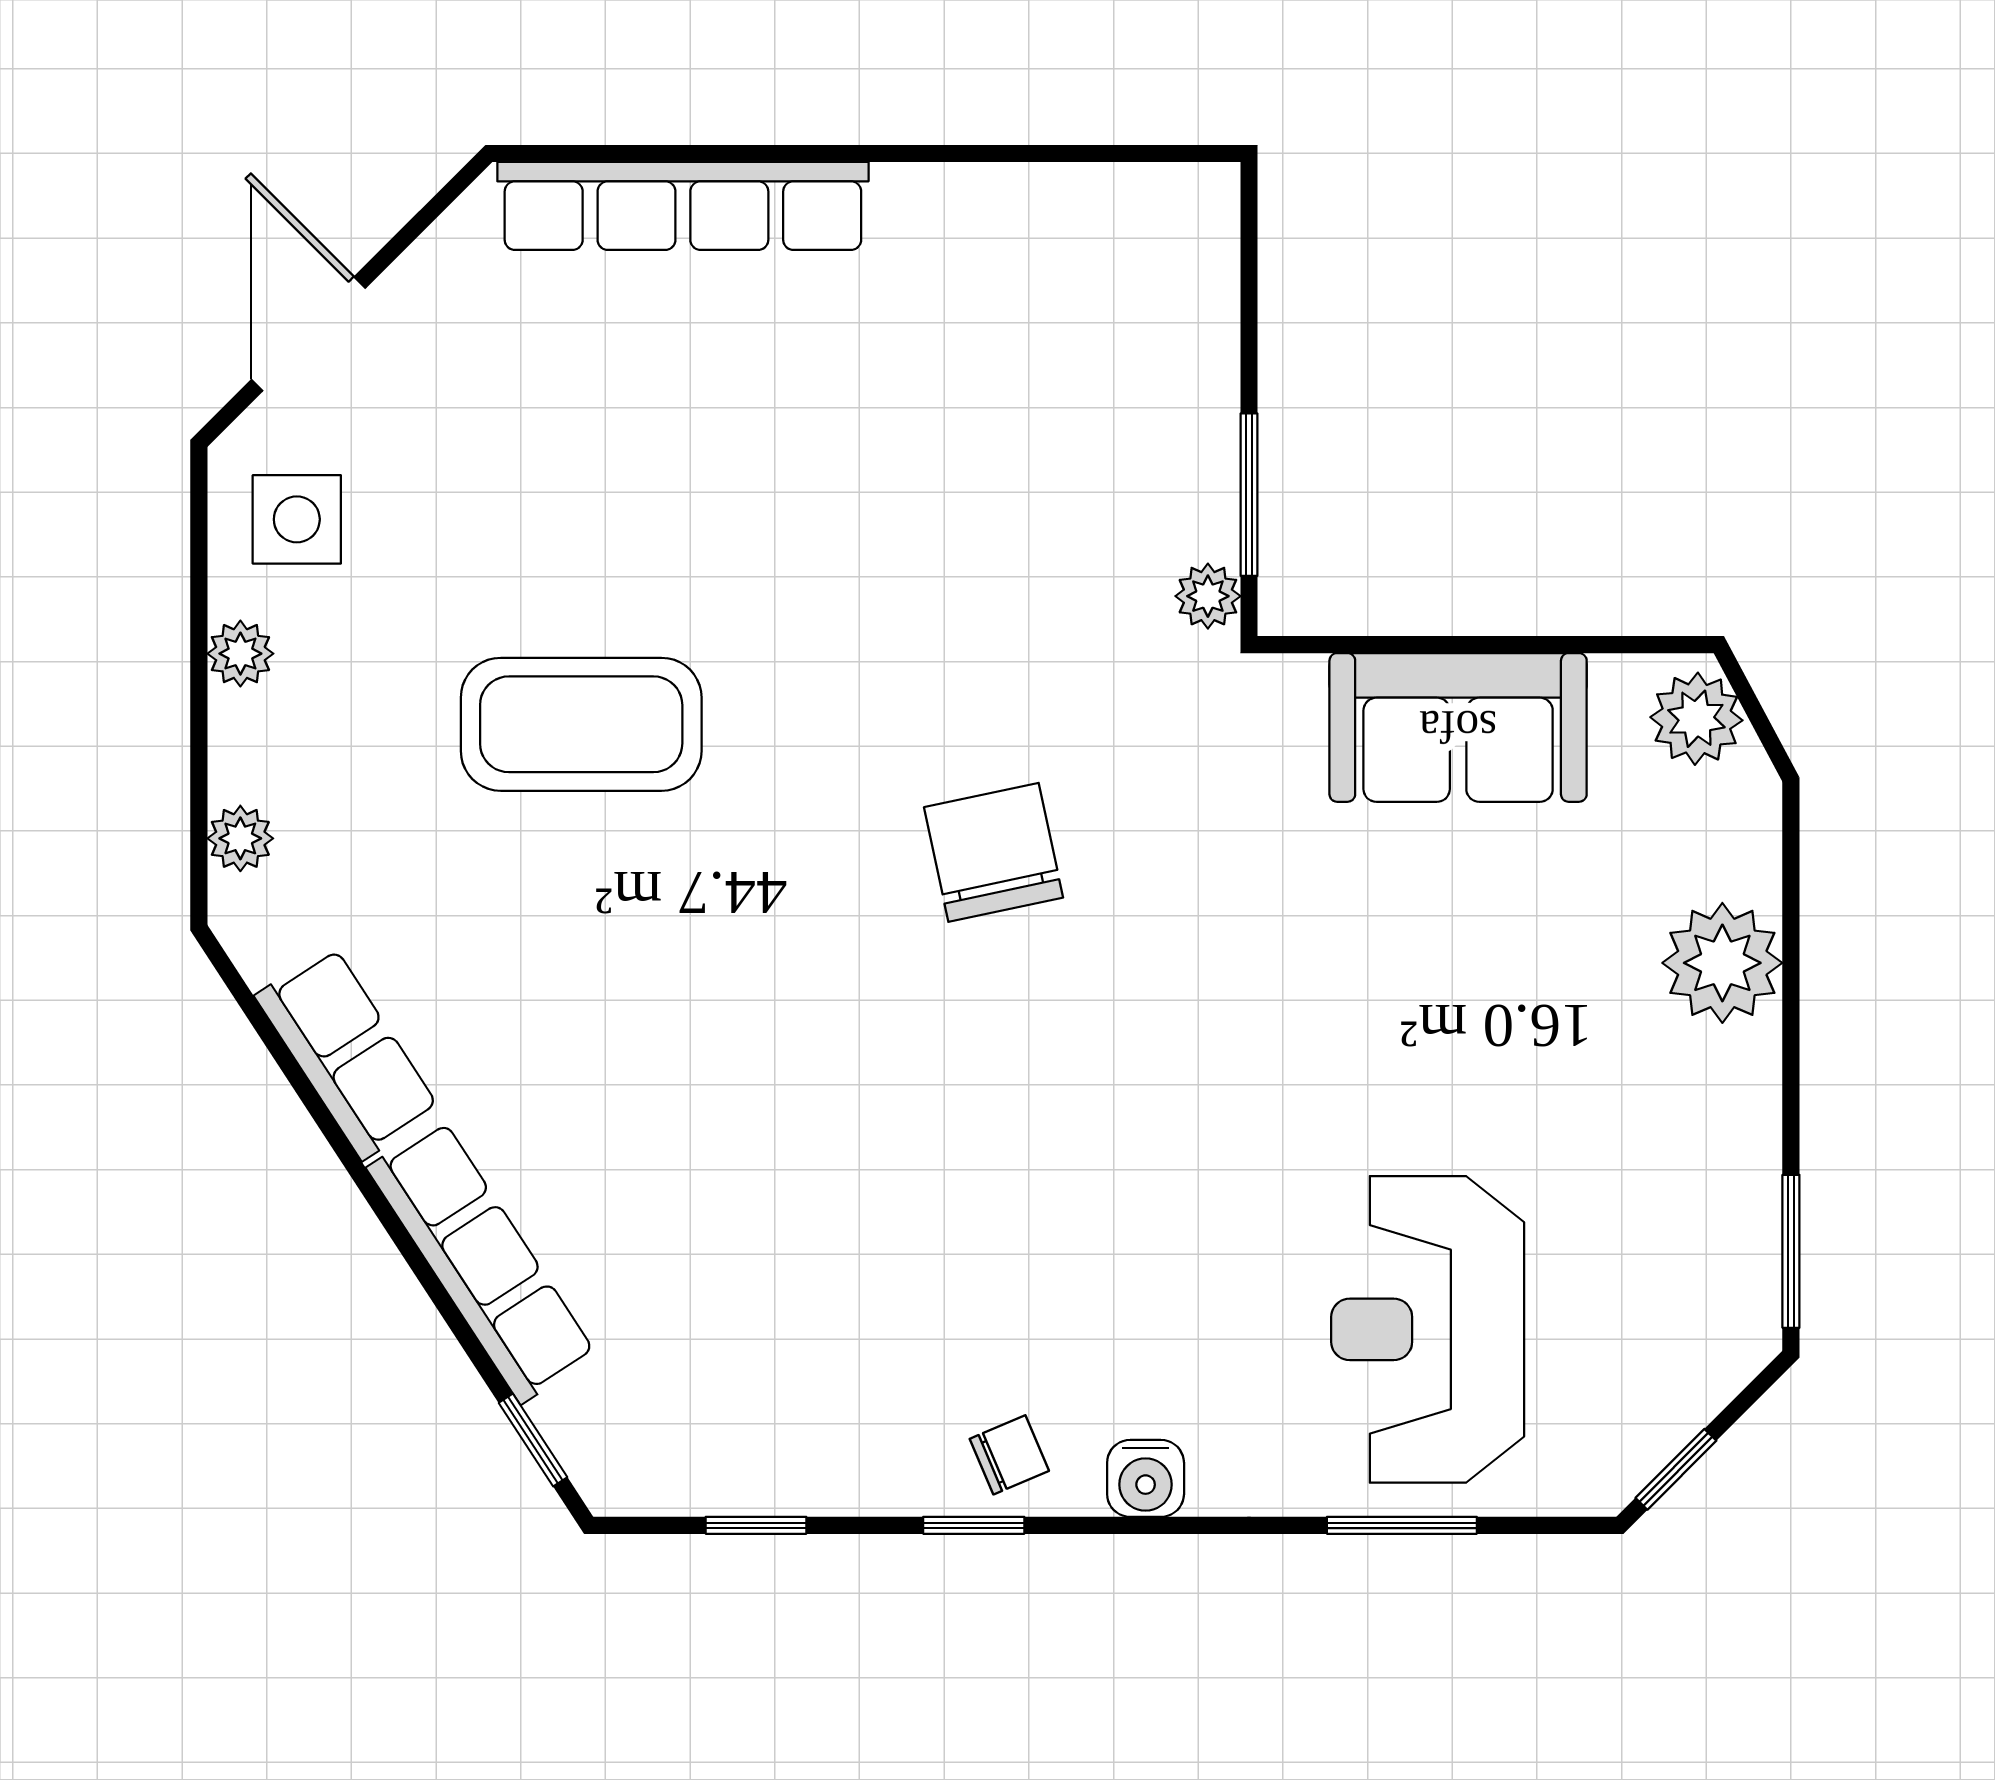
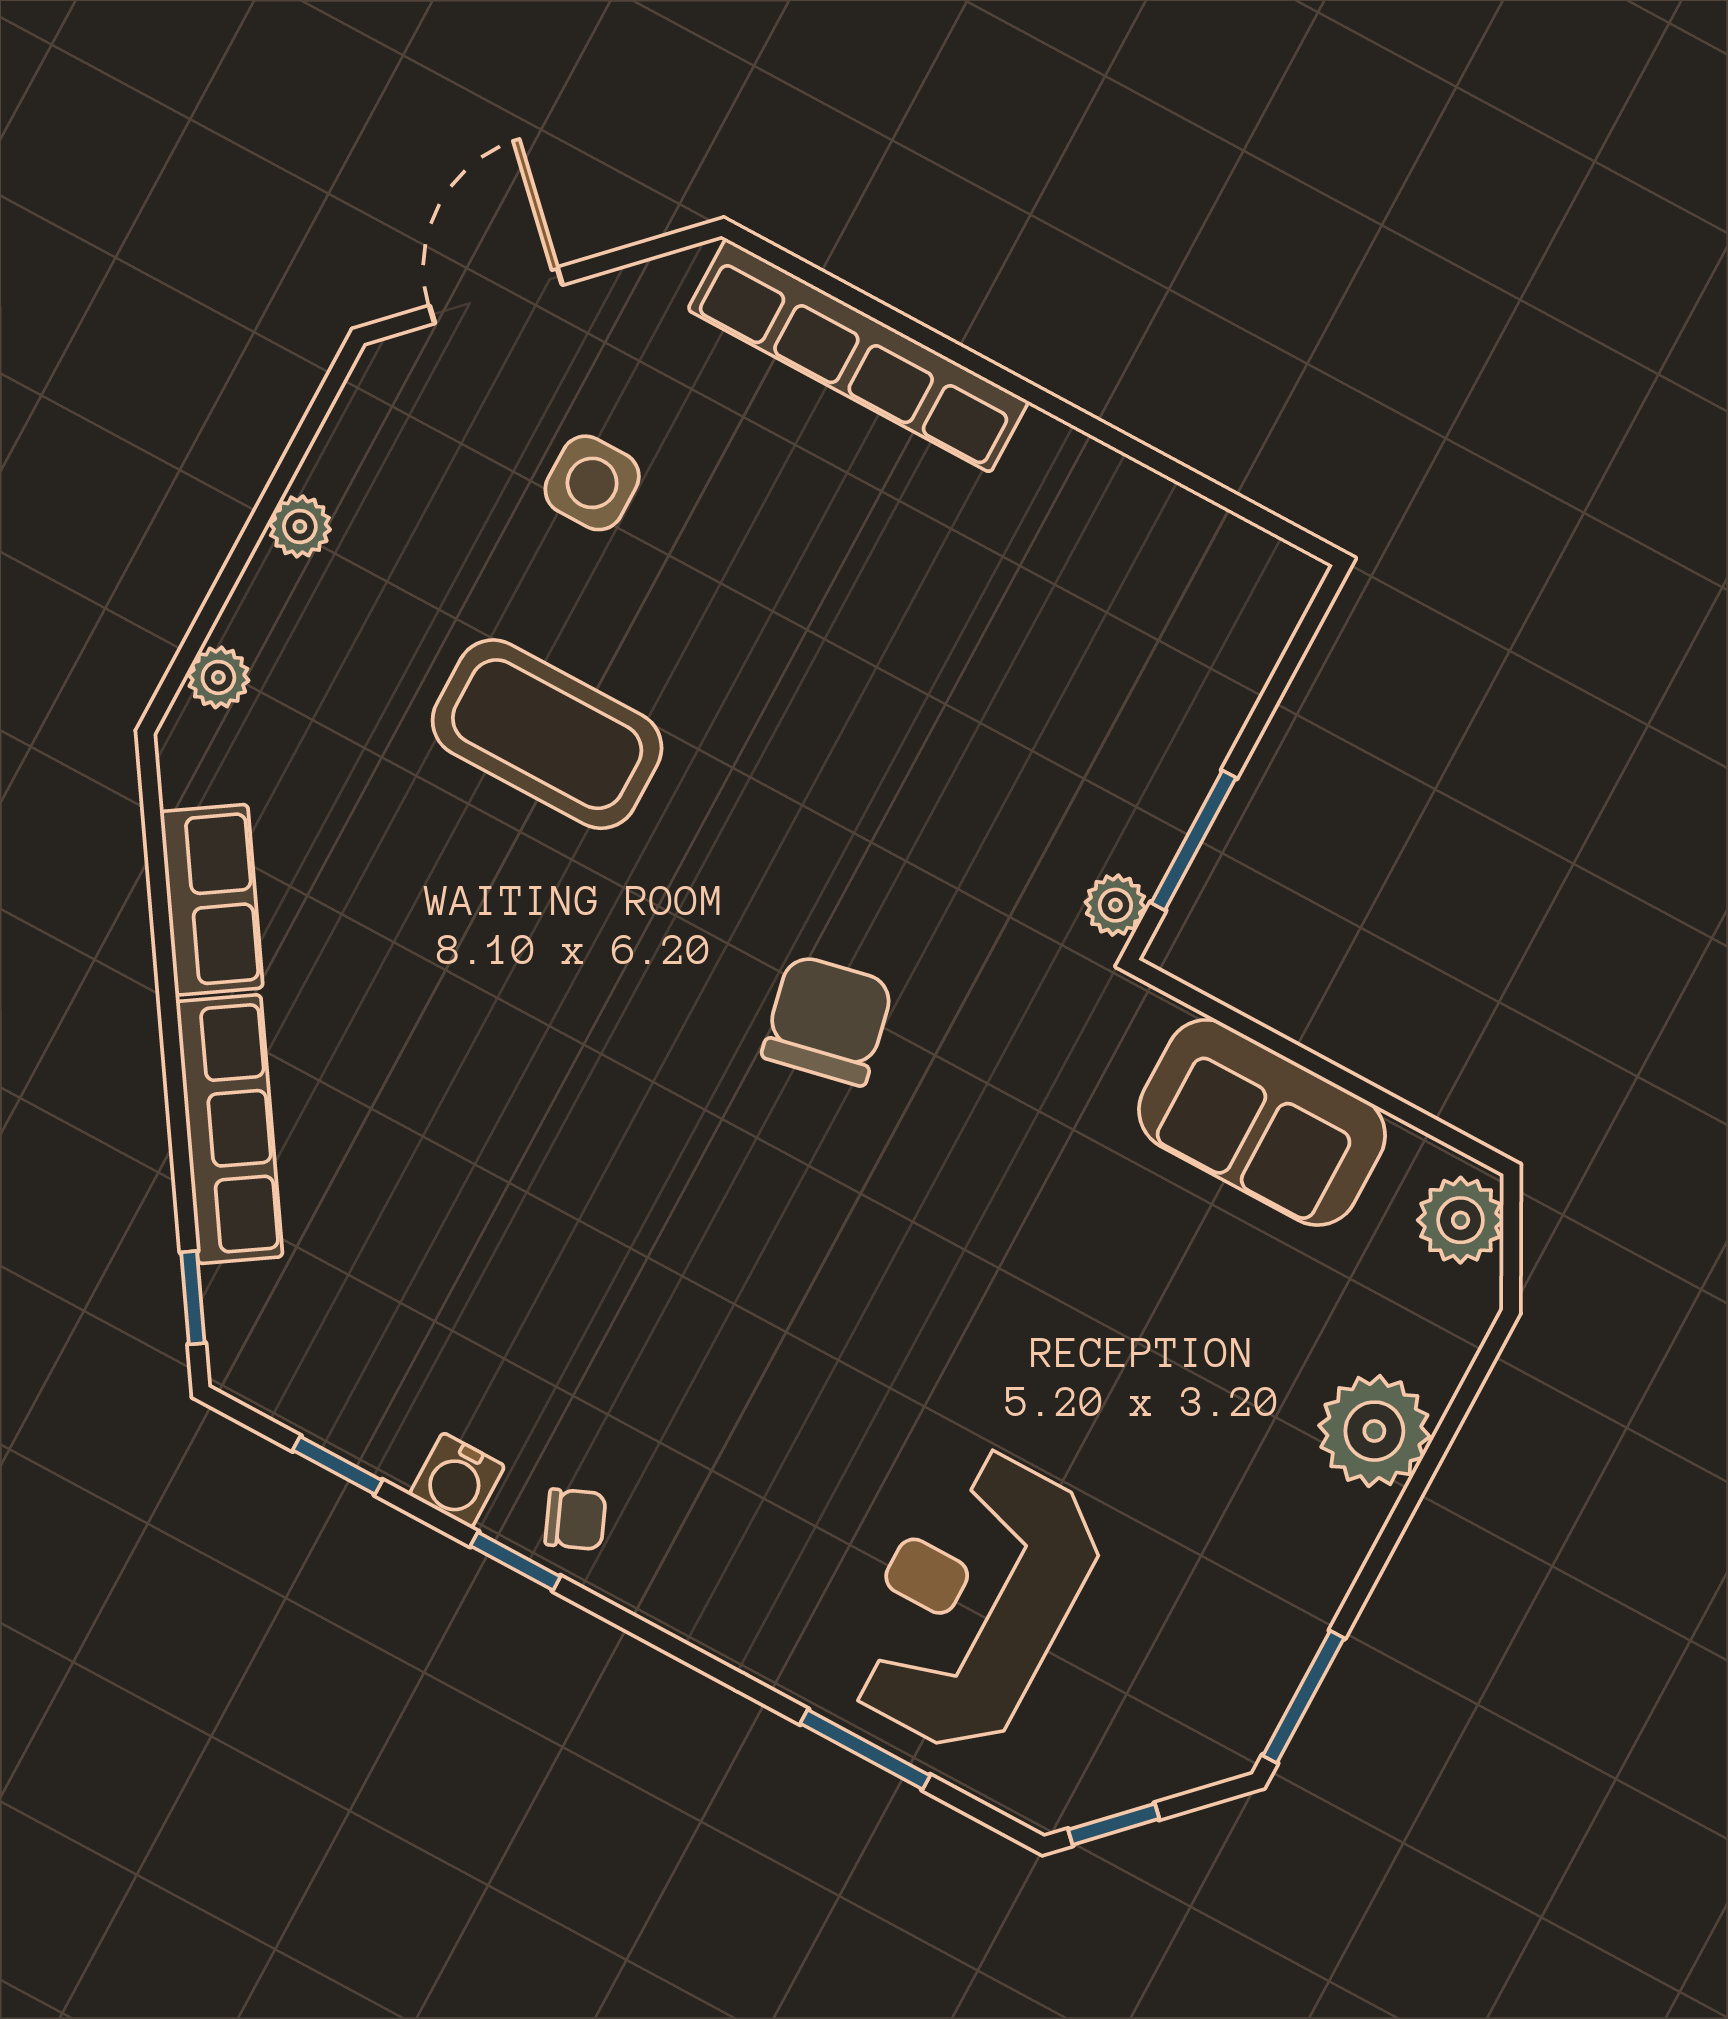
side table: (297, 519) -> (592, 483), moved
water cooler: (1146, 1478) -> (457, 1480), moved

